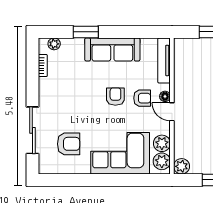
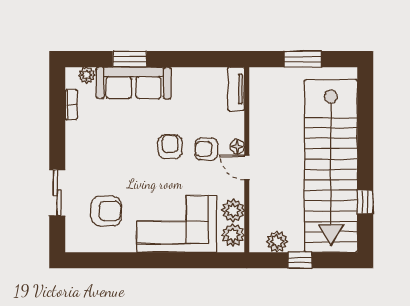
sofa: (112, 49) -> (134, 83), moved
tv unit: (164, 60) -> (236, 89), width x0.71
armchair: (142, 98) -> (206, 149), turned 180
sliding door: (32, 130) -> (57, 193), width x0.73
plant: (182, 166) -> (277, 242), moved

